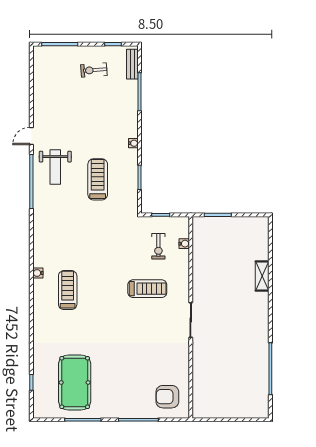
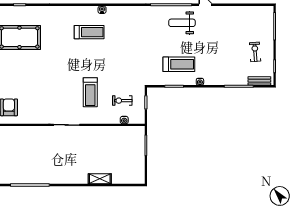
treadmill: (98, 179) -> (179, 64), moved

